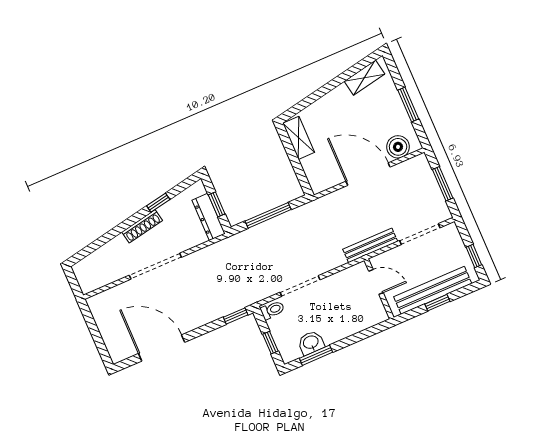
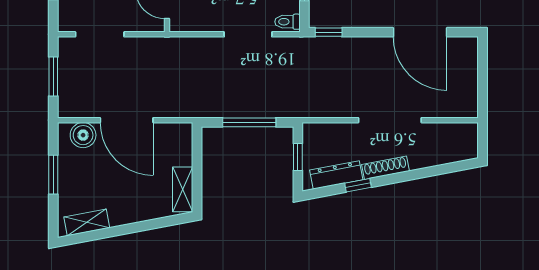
dresser: (209, 217) -> (336, 175), moved, turned -101
bench: (370, 245) -> (156, 45), removed

